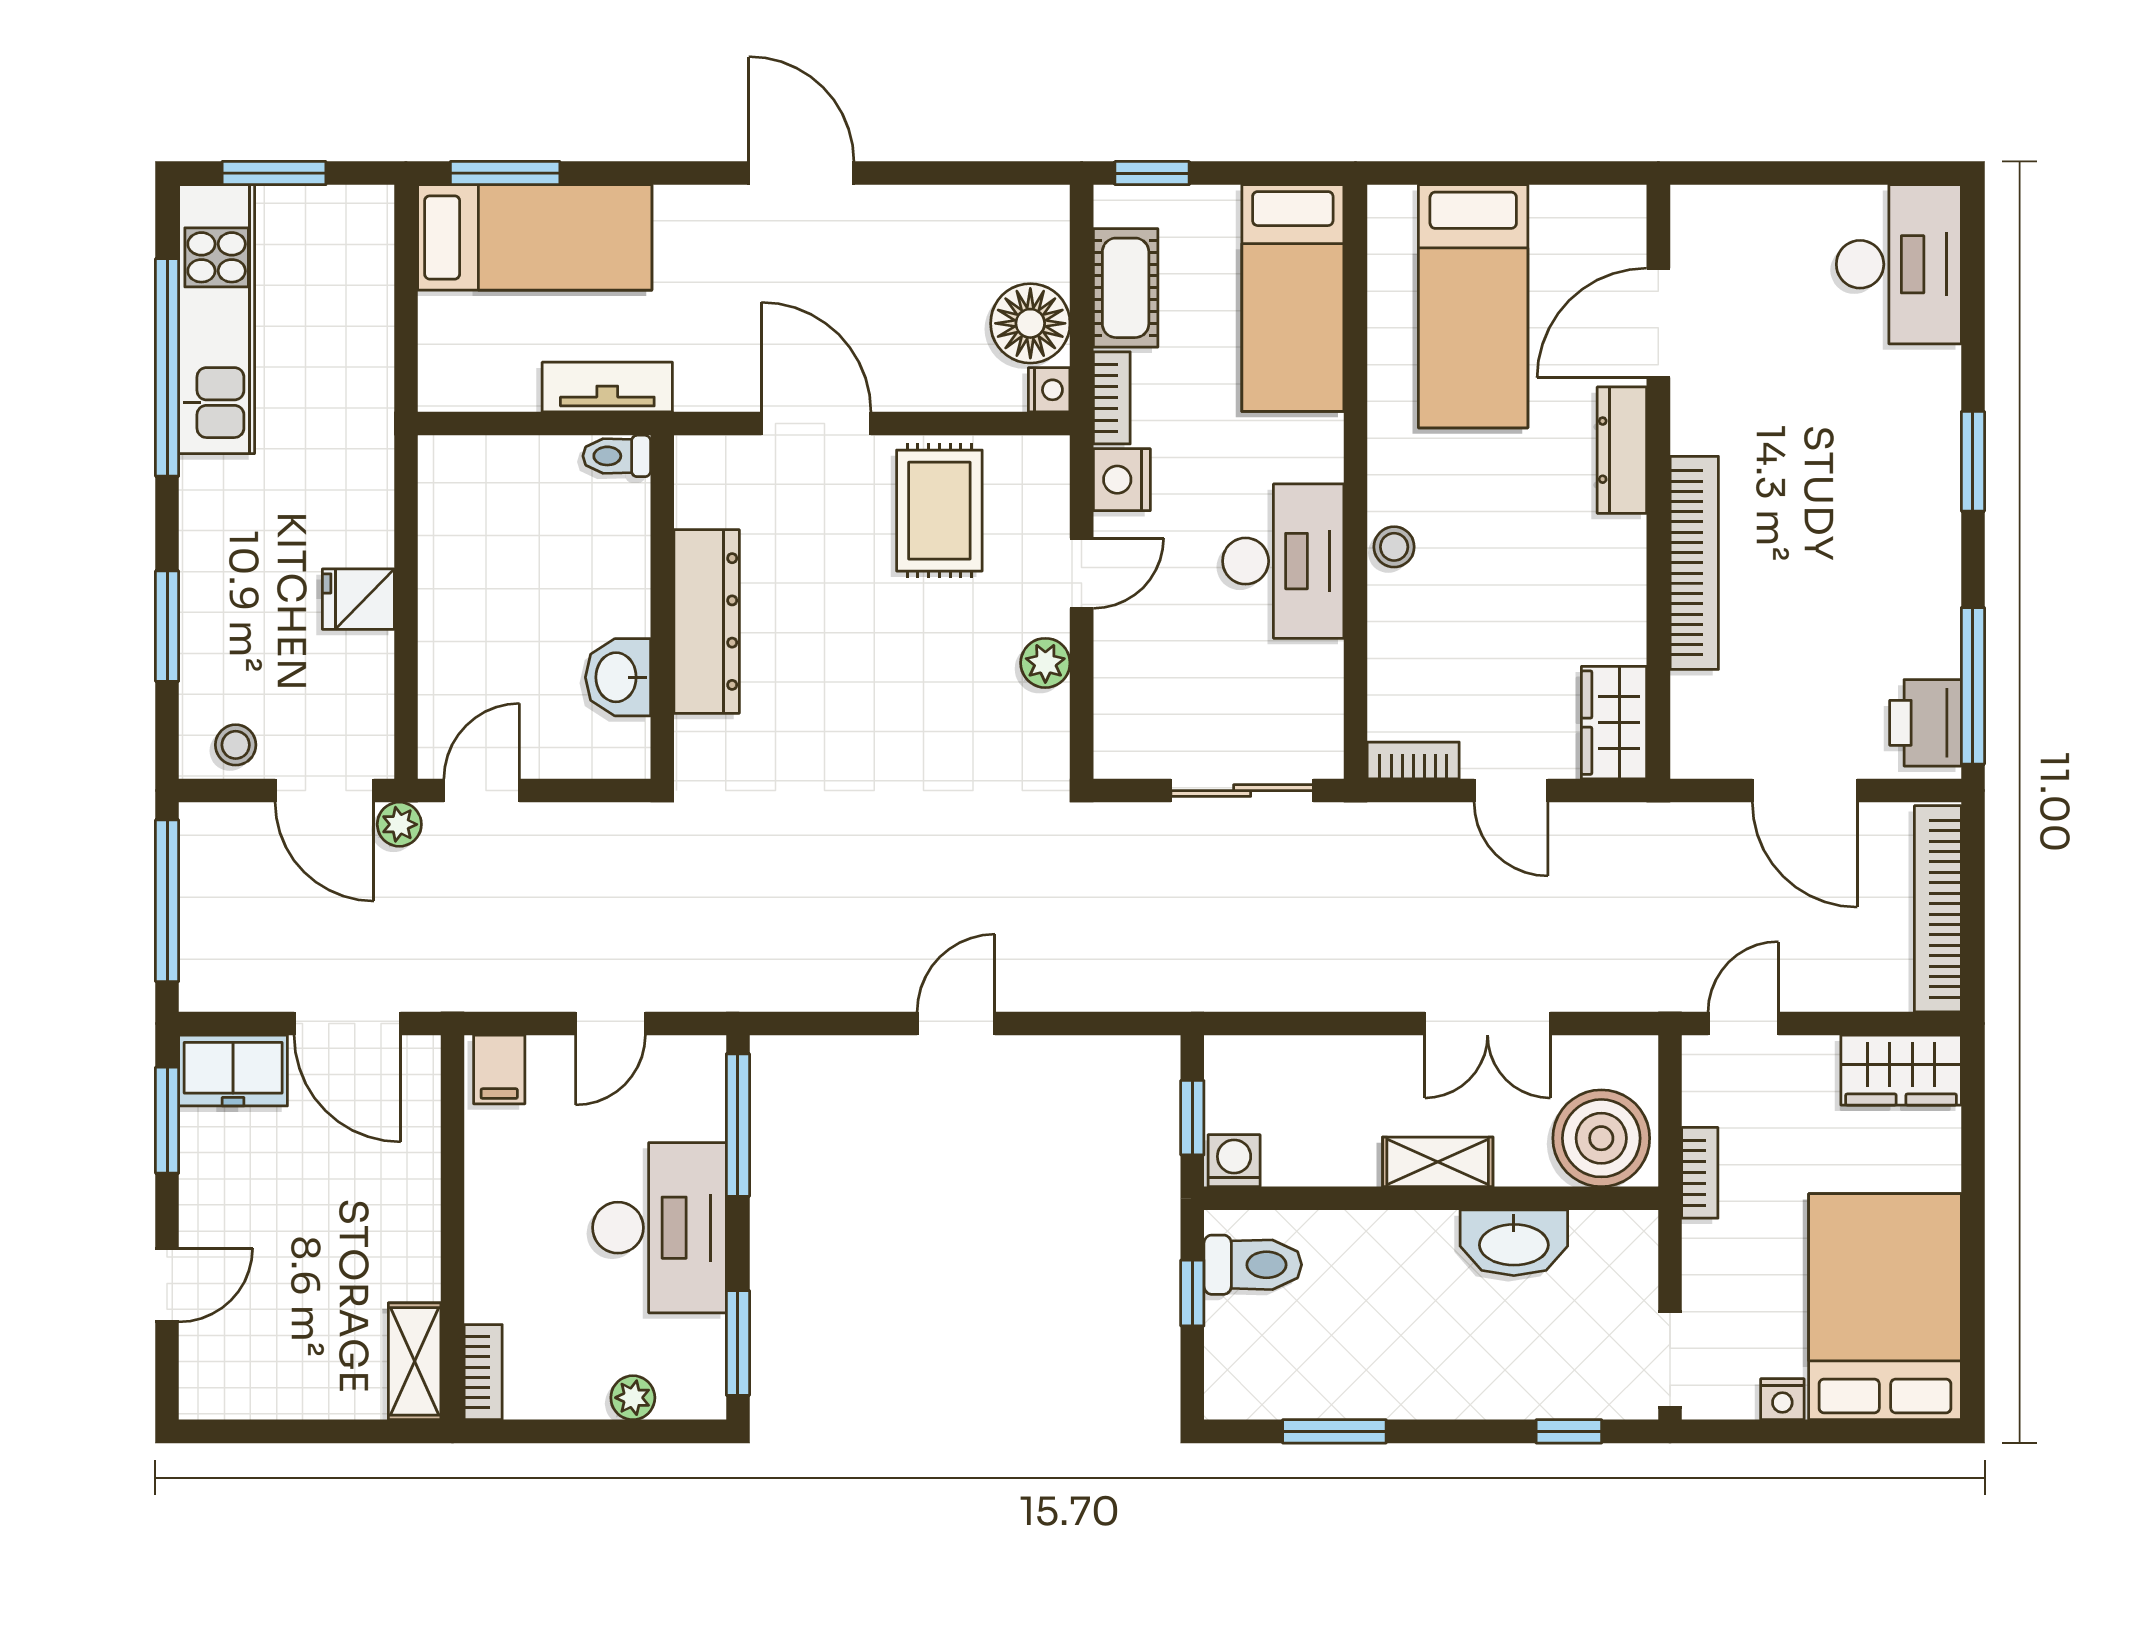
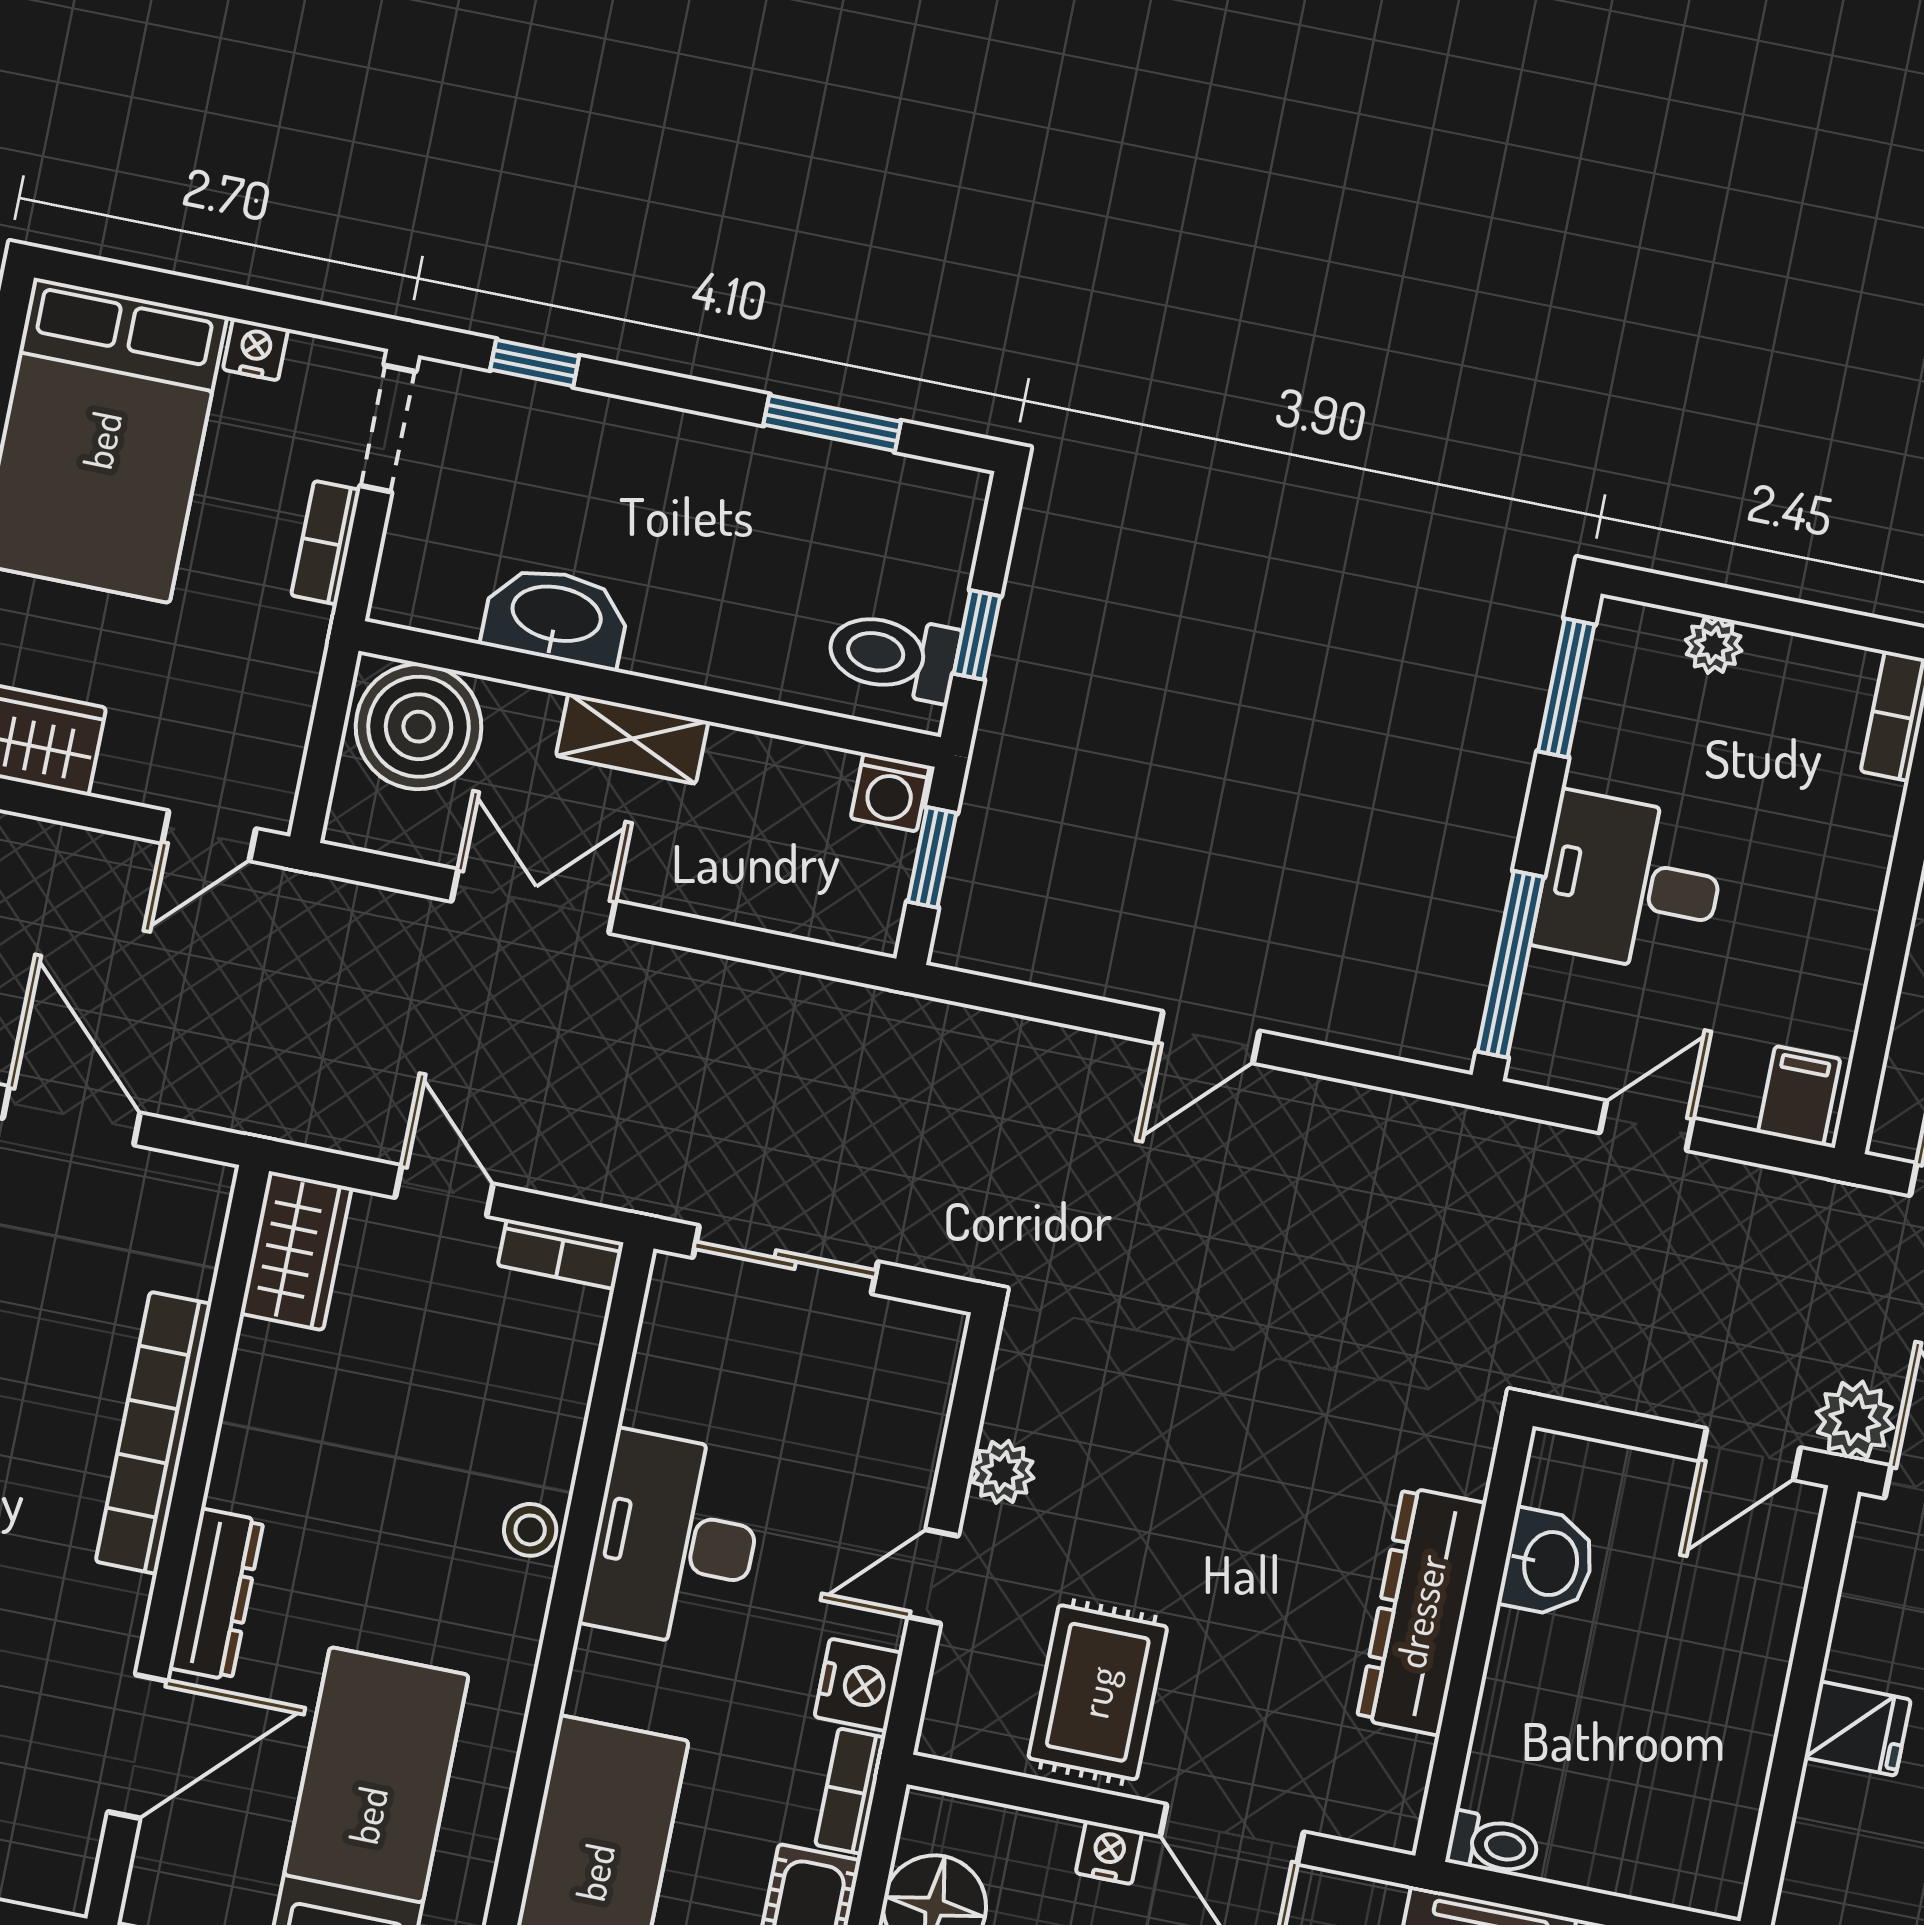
nightstand: (1049, 390) -> (1109, 1852), moved, turned 90
plant: (399, 824) -> (1855, 1420), width x1.38, depth x1.38
bookcase: (1700, 1173) -> (326, 543), moved
desk: (659, 1228) -> (1630, 883), width x0.73

